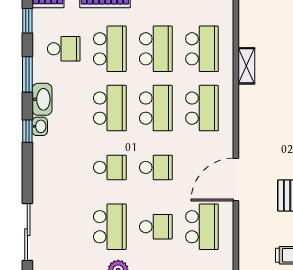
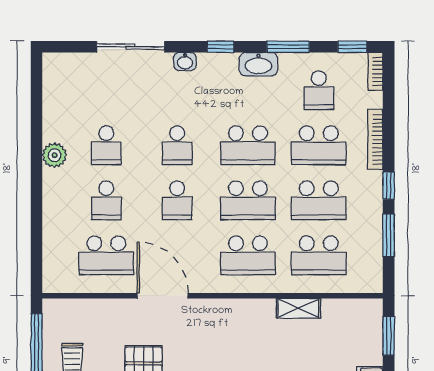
washbasin: (40, 126) -> (185, 61), moved
school desk: (110, 227) -> (106, 145), width x0.54
sliding door: (27, 232) -> (131, 47), moved

